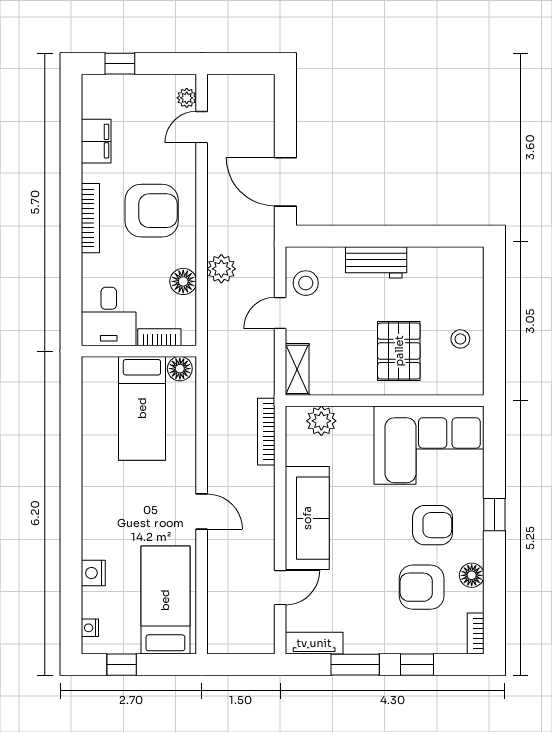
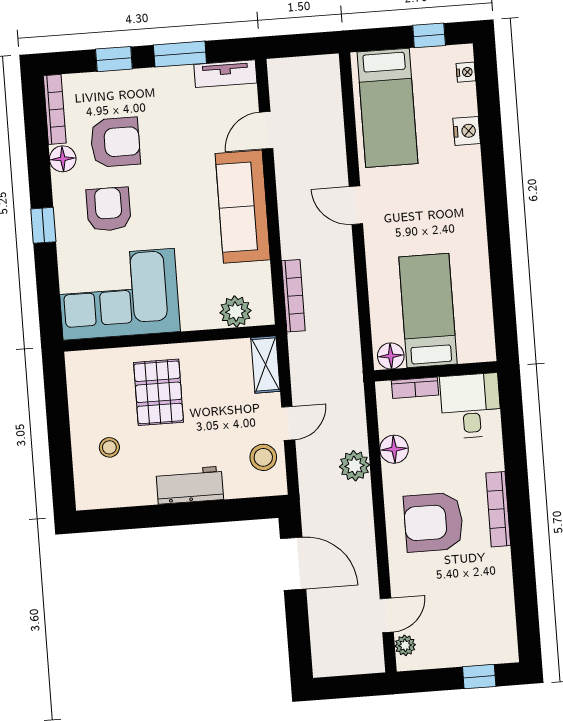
filing cabinet: (96, 141) -> (498, 592), removed
stool: (460, 339) -> (109, 447), moved
armchair: (433, 525) -> (109, 209), turned 90
bookcase: (476, 634) -> (55, 109), width x1.56

